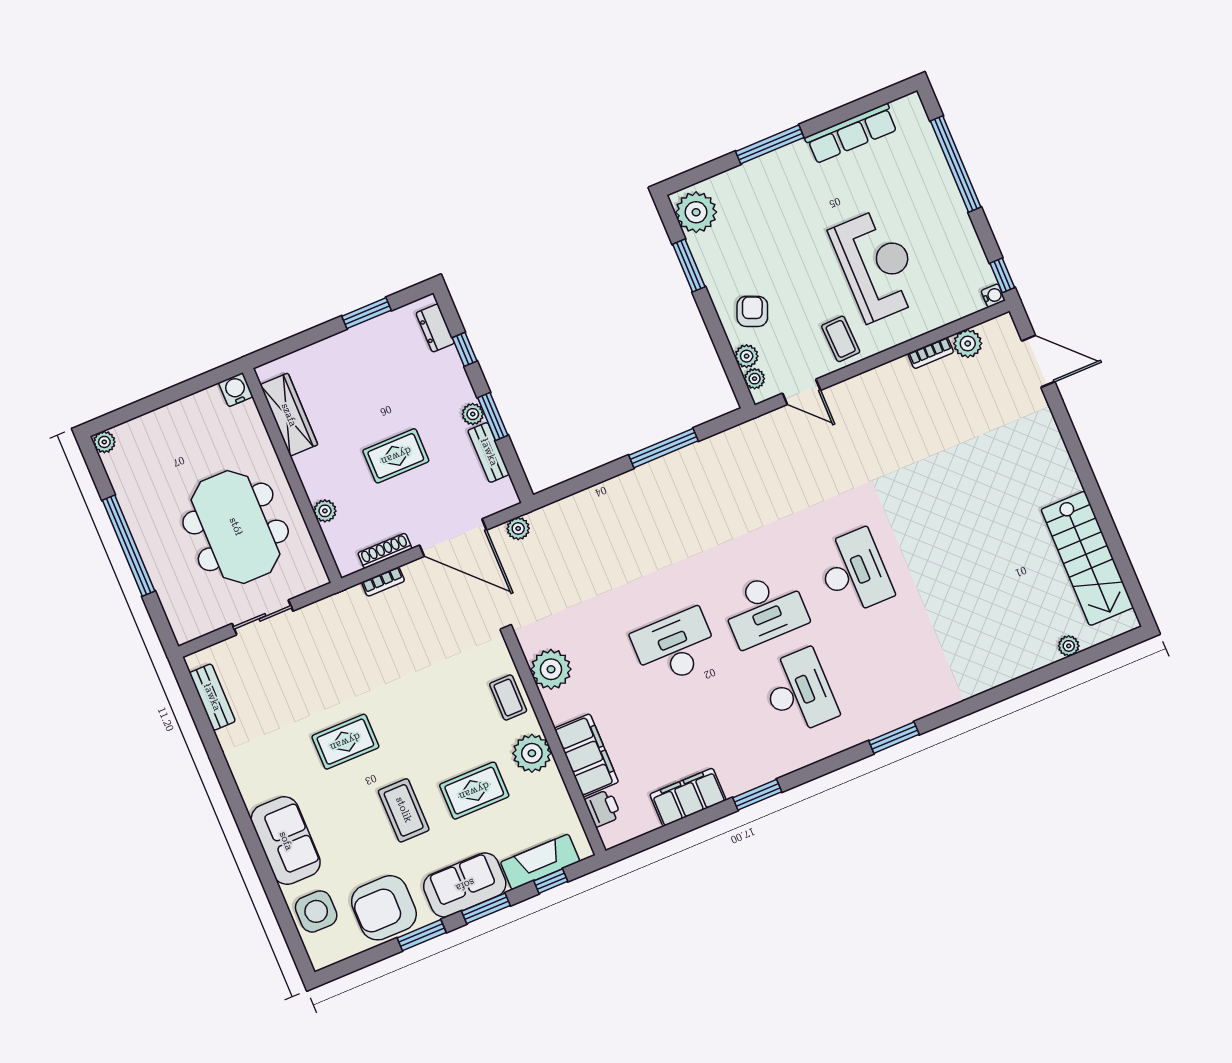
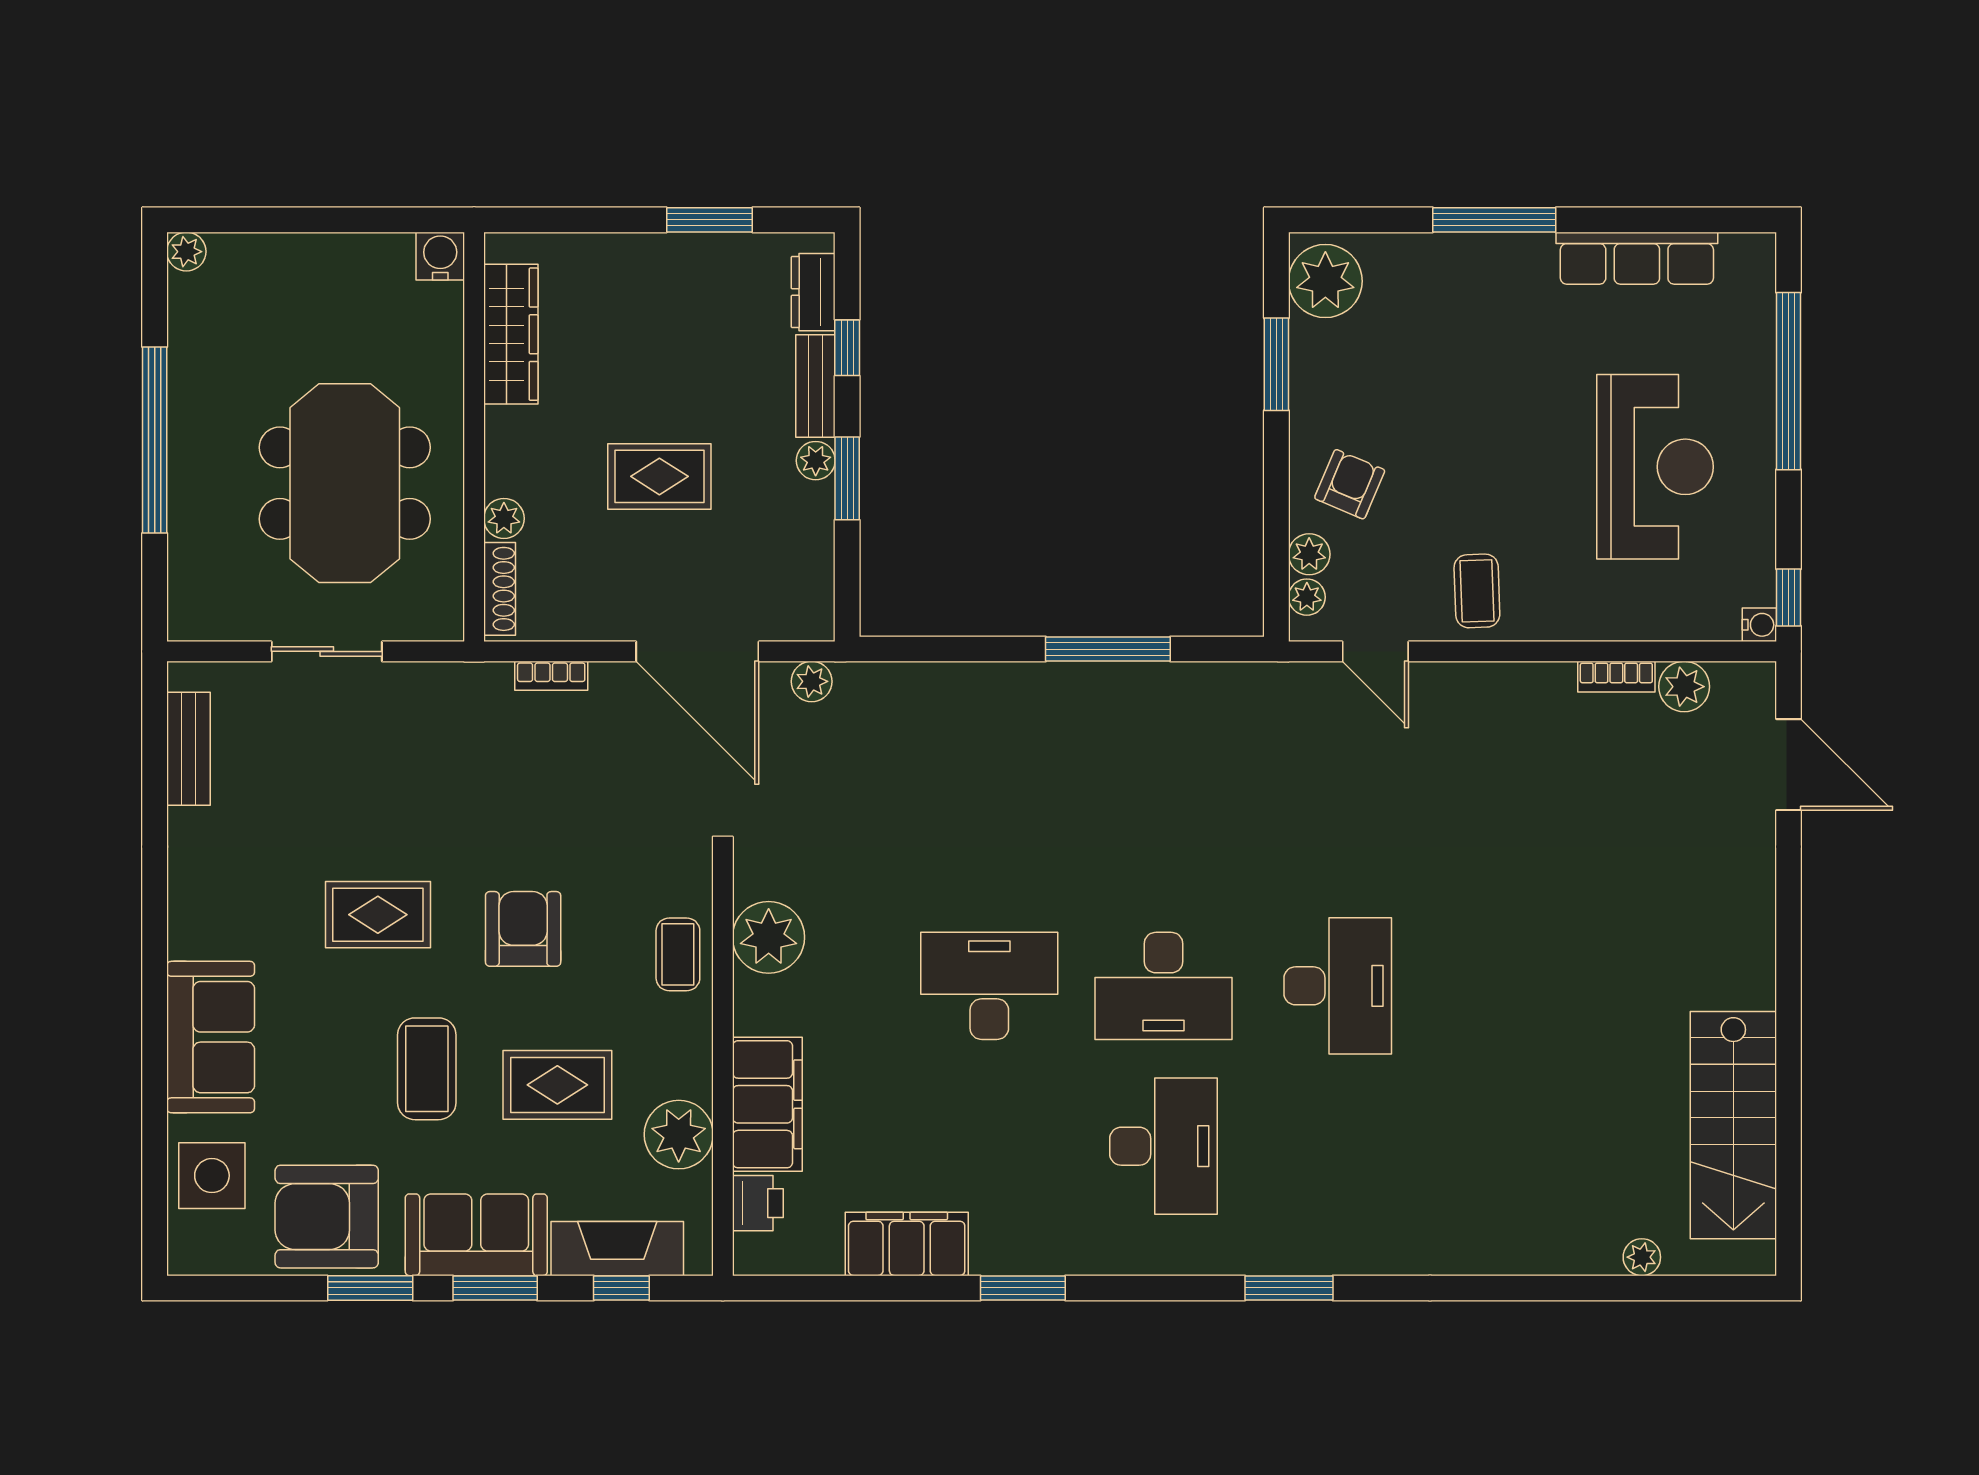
reception desk: (876, 265) -> (1655, 467), moved
bench: (489, 452) -> (815, 386), moved
shoe rack: (385, 551) -> (500, 589), moved, turned 90
armchair: (423, 718) -> (523, 929), added
plant: (532, 753) -> (679, 1135), moved

